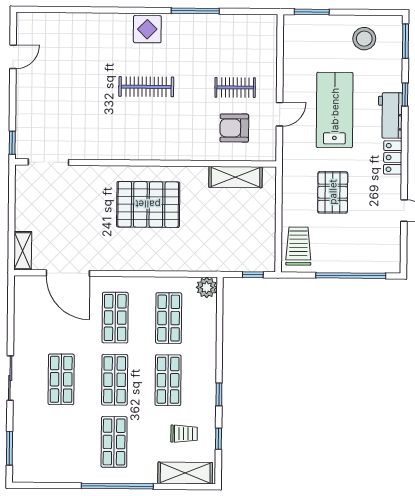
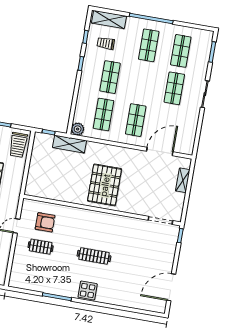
door: (13, 57) -> (171, 287), width x1.87
shelving: (235, 177) -> (70, 144), moved
pallet: (148, 204) -> (105, 185), turned 90
shelving: (23, 251) -> (183, 180), moved
door: (68, 273) -> (160, 152), hinge flipped
shop shelf: (115, 380) -> (181, 51), moved

